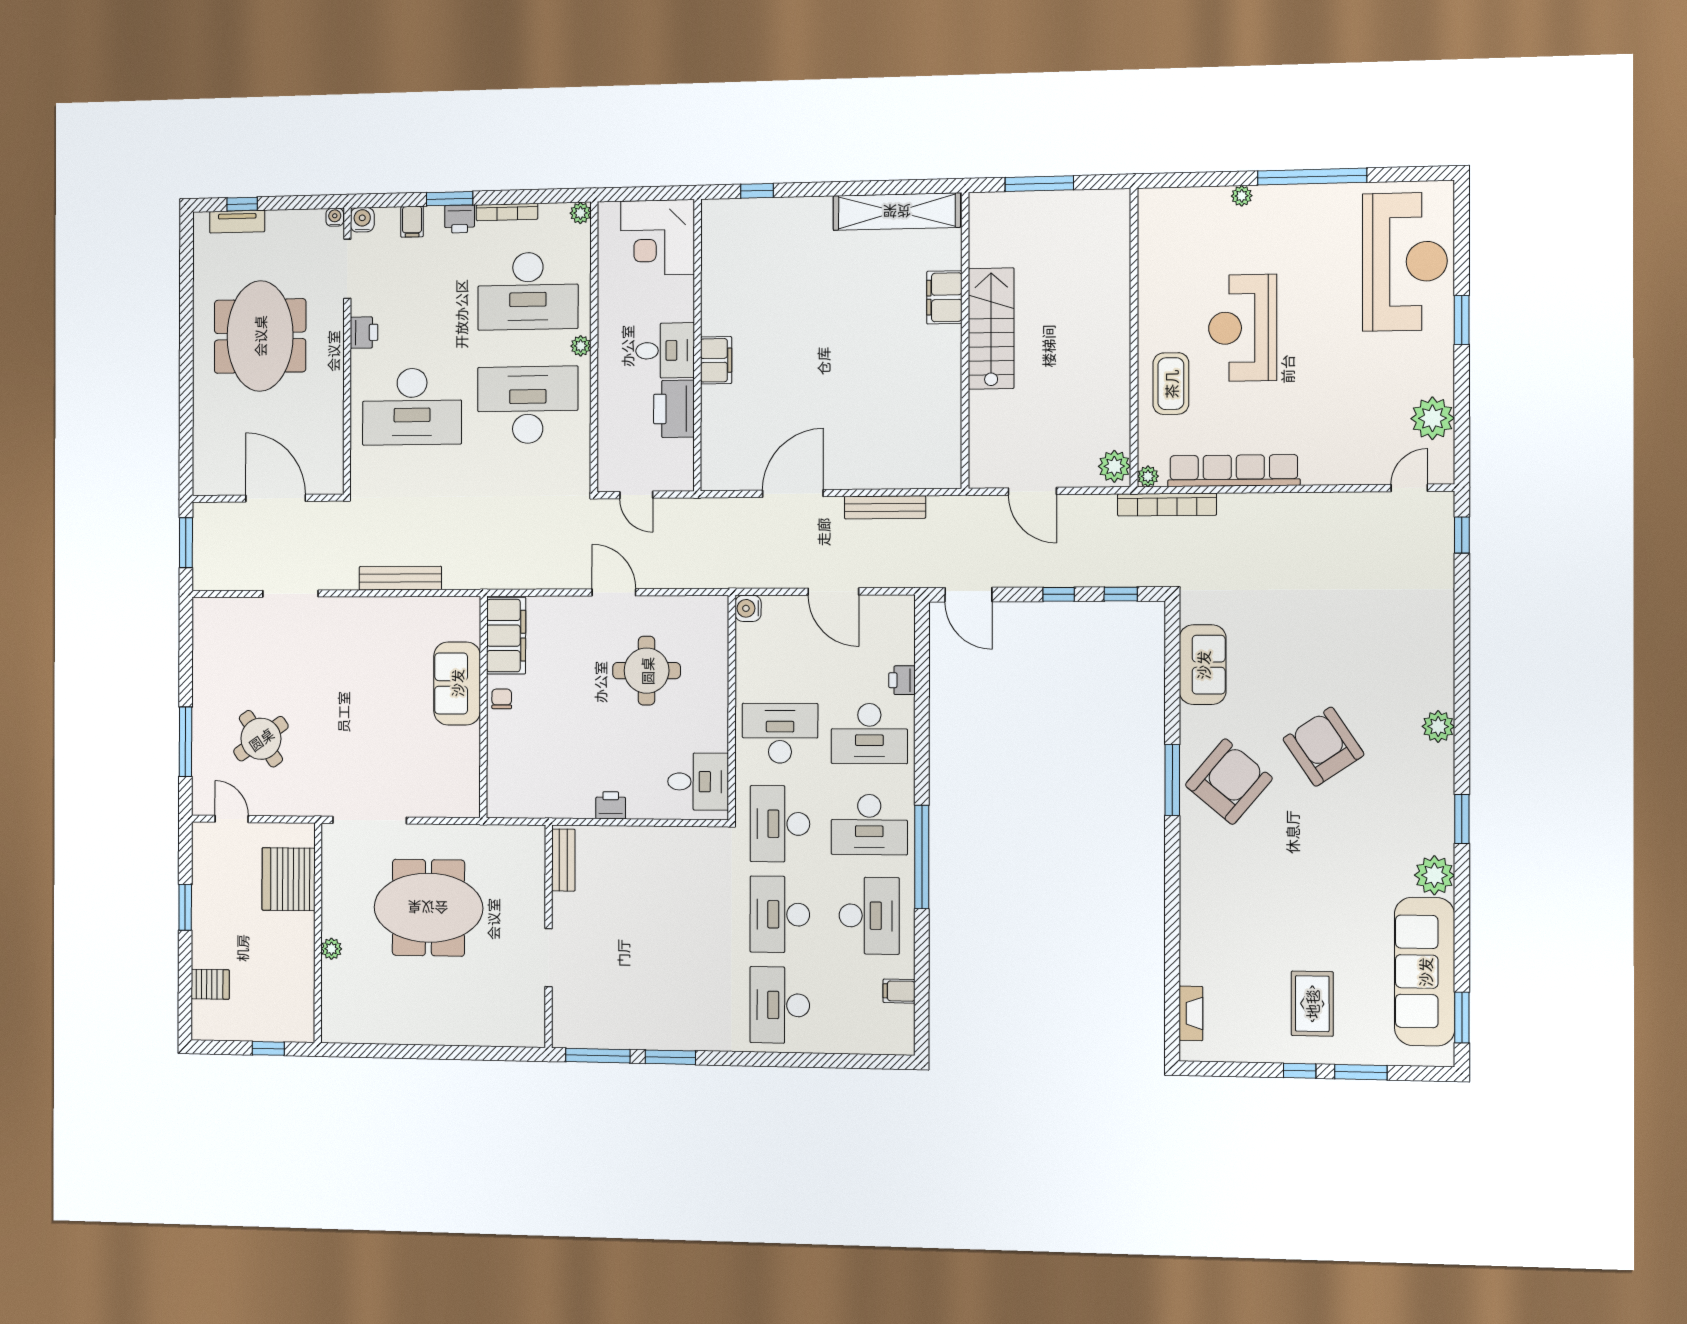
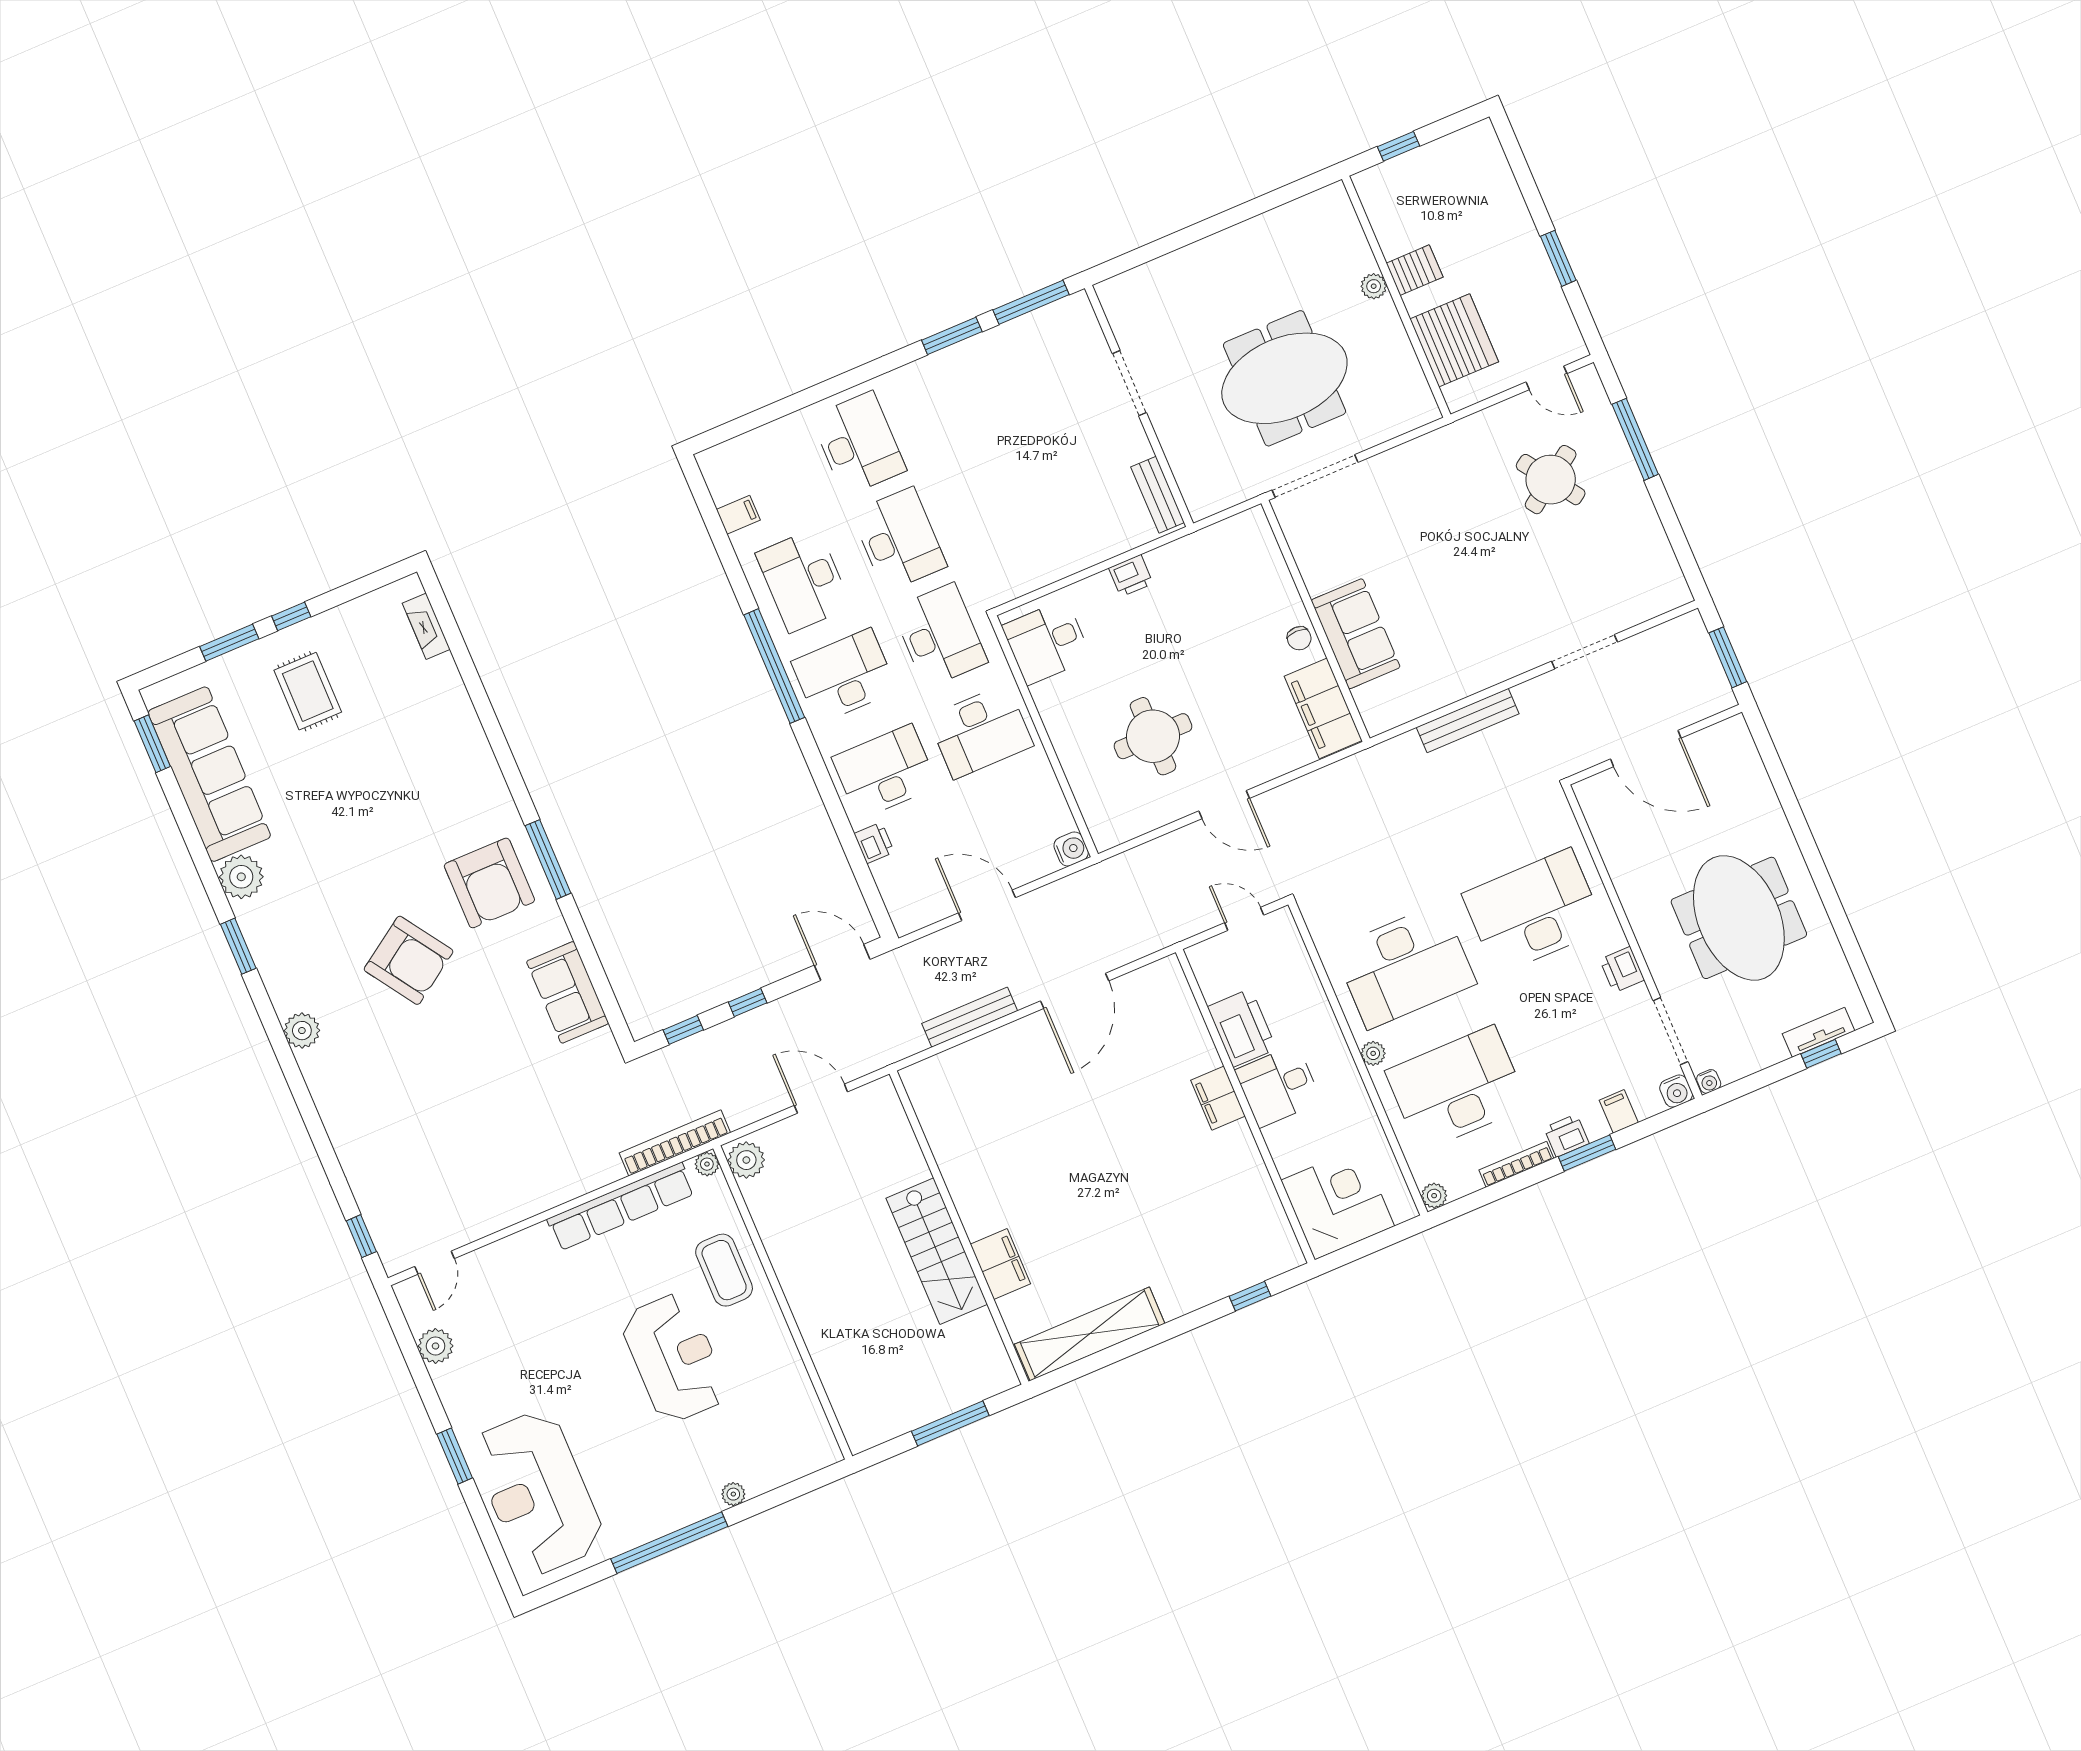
plant: (1432, 418) -> (436, 1346), width x0.73, depth x0.73
armchair: (1229, 782) -> (489, 883), turned -40
doorway: (370, 820) -> (1315, 476), moved
server rack: (210, 984) -> (1415, 270), moved, turned 180

